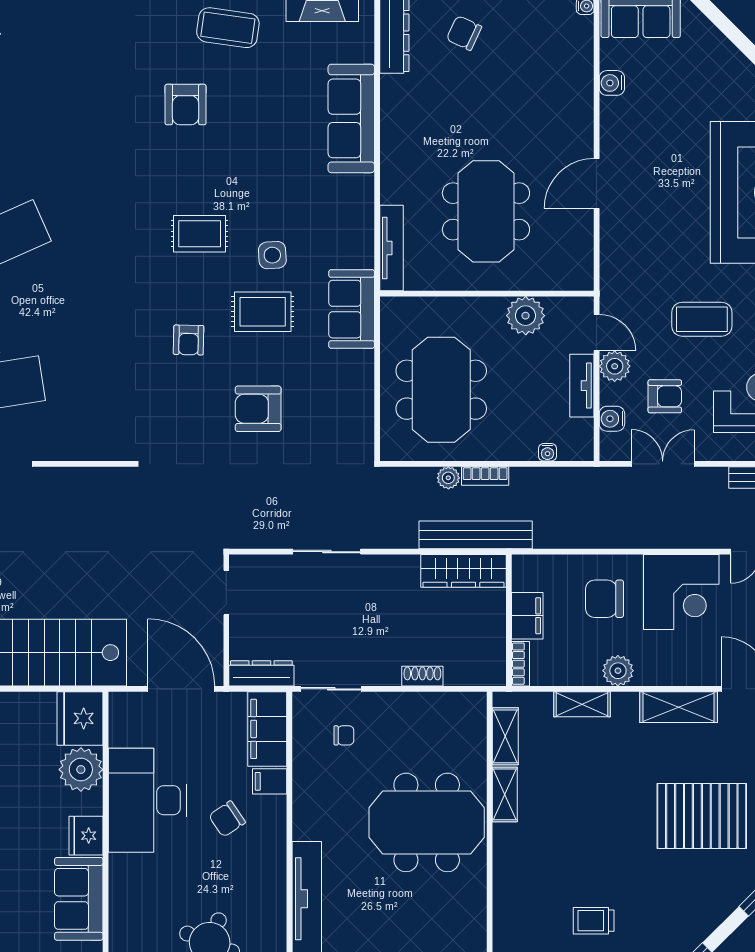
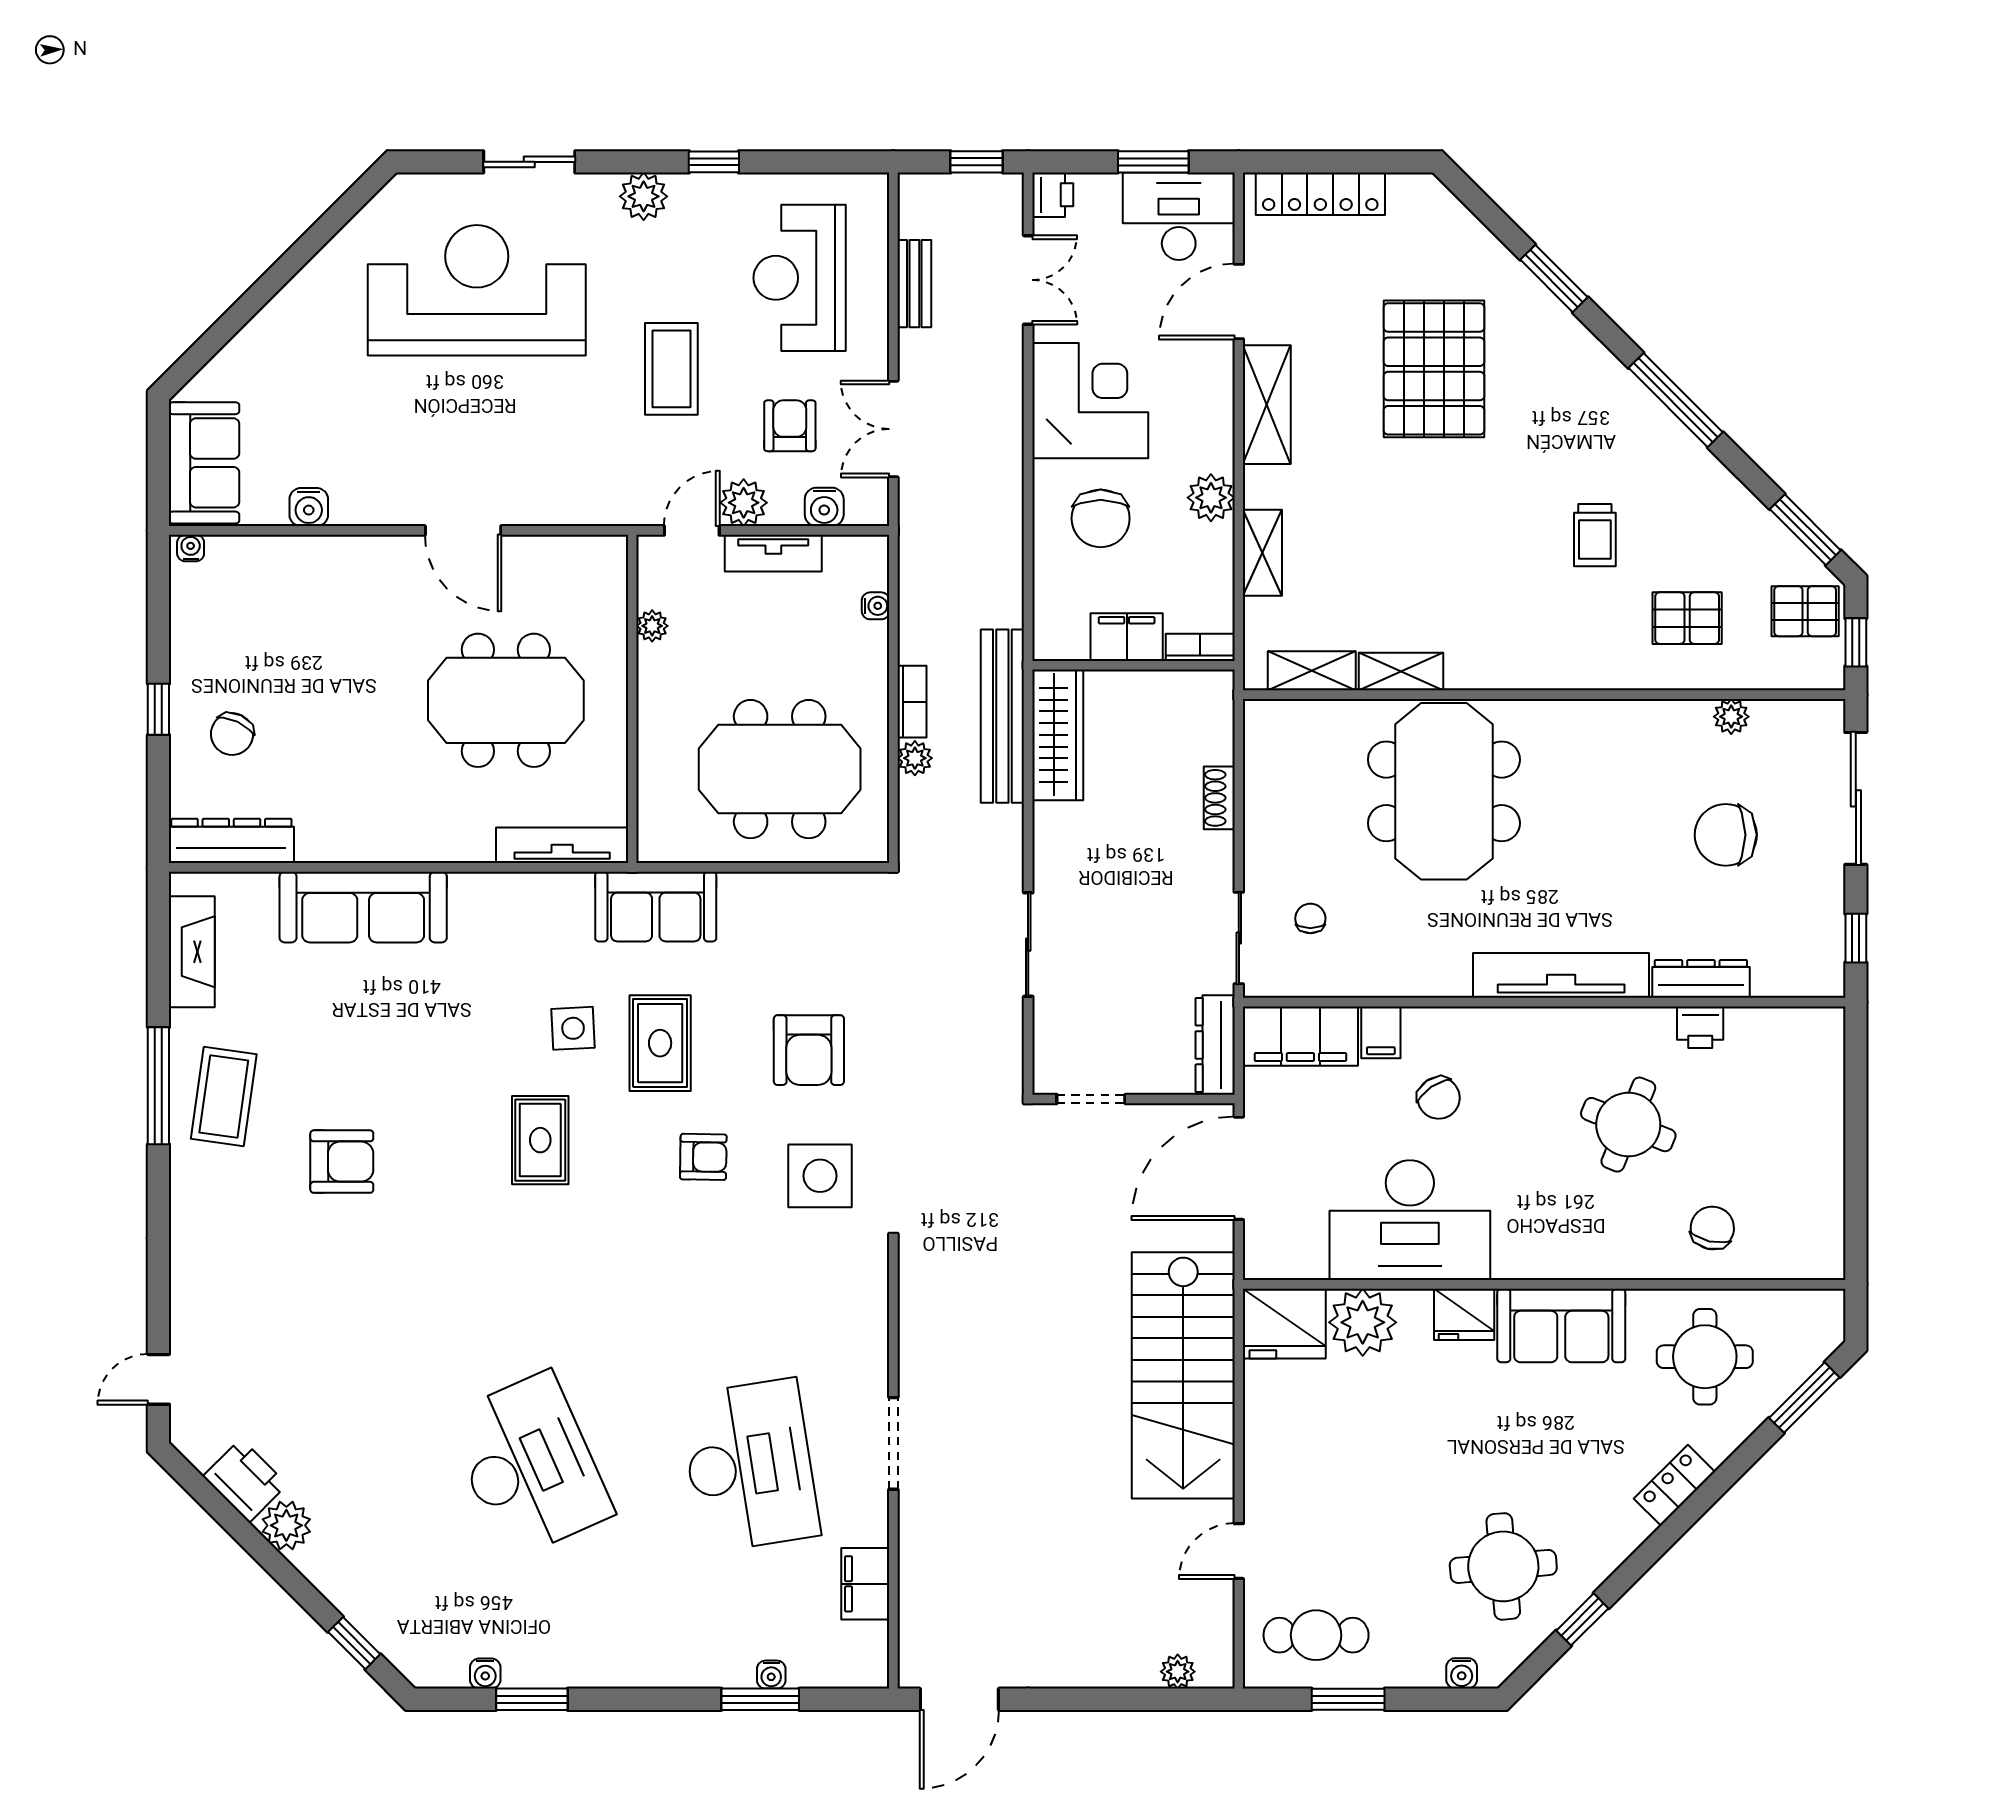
plant: (526, 316) -> (652, 626), width x0.53, depth x0.53
side table: (176, 416) -> (820, 1176), added

